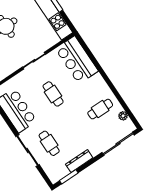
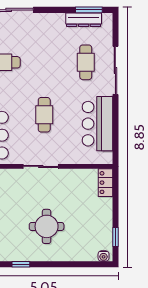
dresser: (79, 161) -> (84, 20), moved

